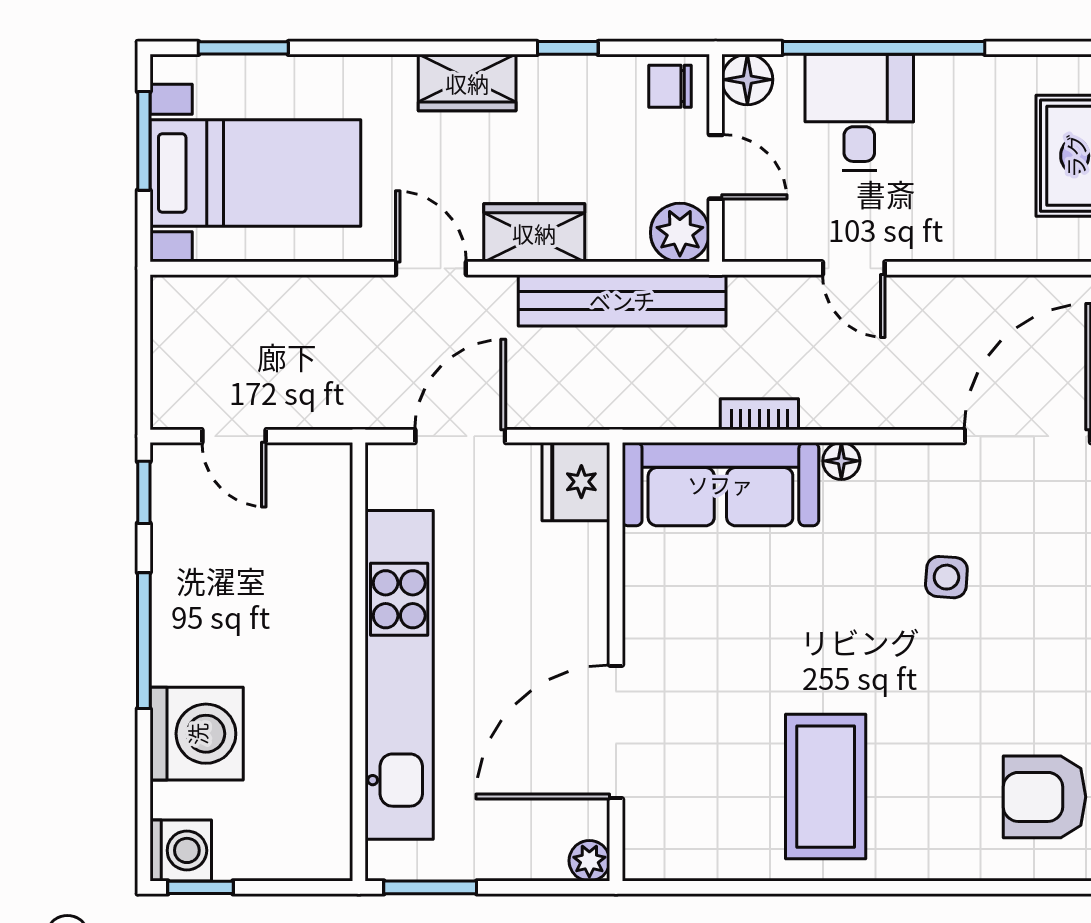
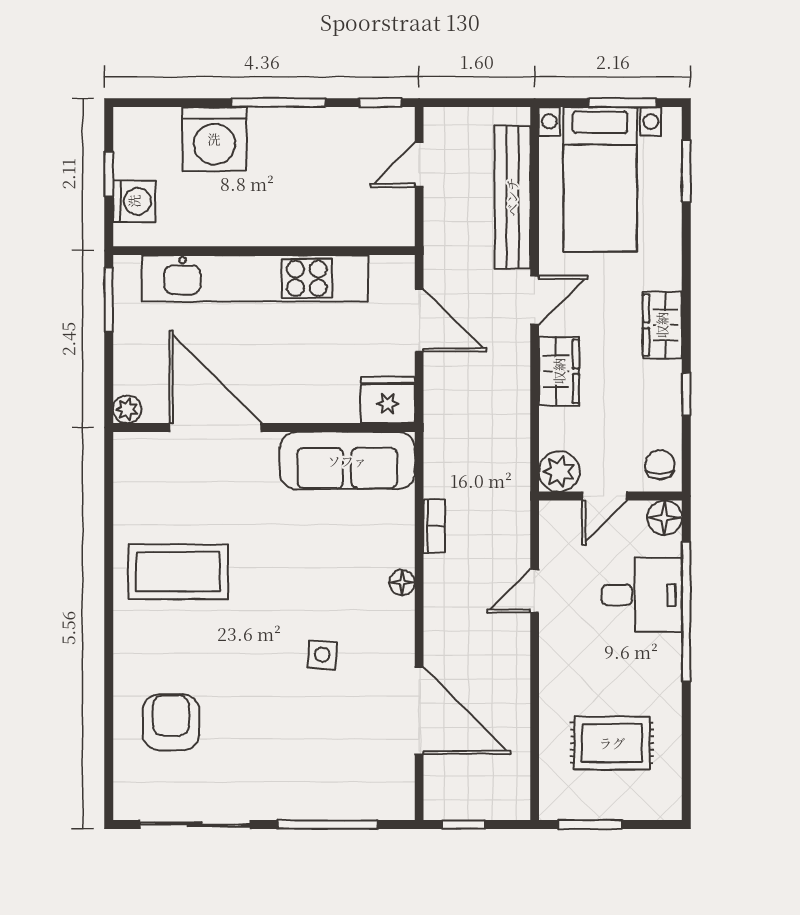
bench: (622, 300) -> (512, 197), moved
sofa: (720, 484) -> (347, 461), moved, turned -90
washing machine: (181, 850) -> (134, 201), moved, turned -90
window: (200, 887) -> (109, 174), moved

